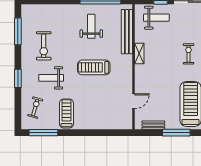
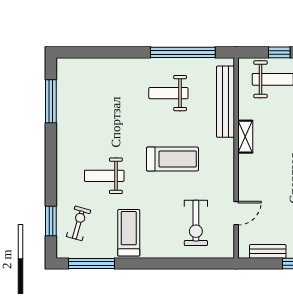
weight bench: (91, 26) -> (168, 93), turned -90
exercise bike: (44, 46) -> (196, 223), moved
treadmill: (94, 67) -> (172, 159), turned 180
window: (18, 78) -> (51, 221), moved

